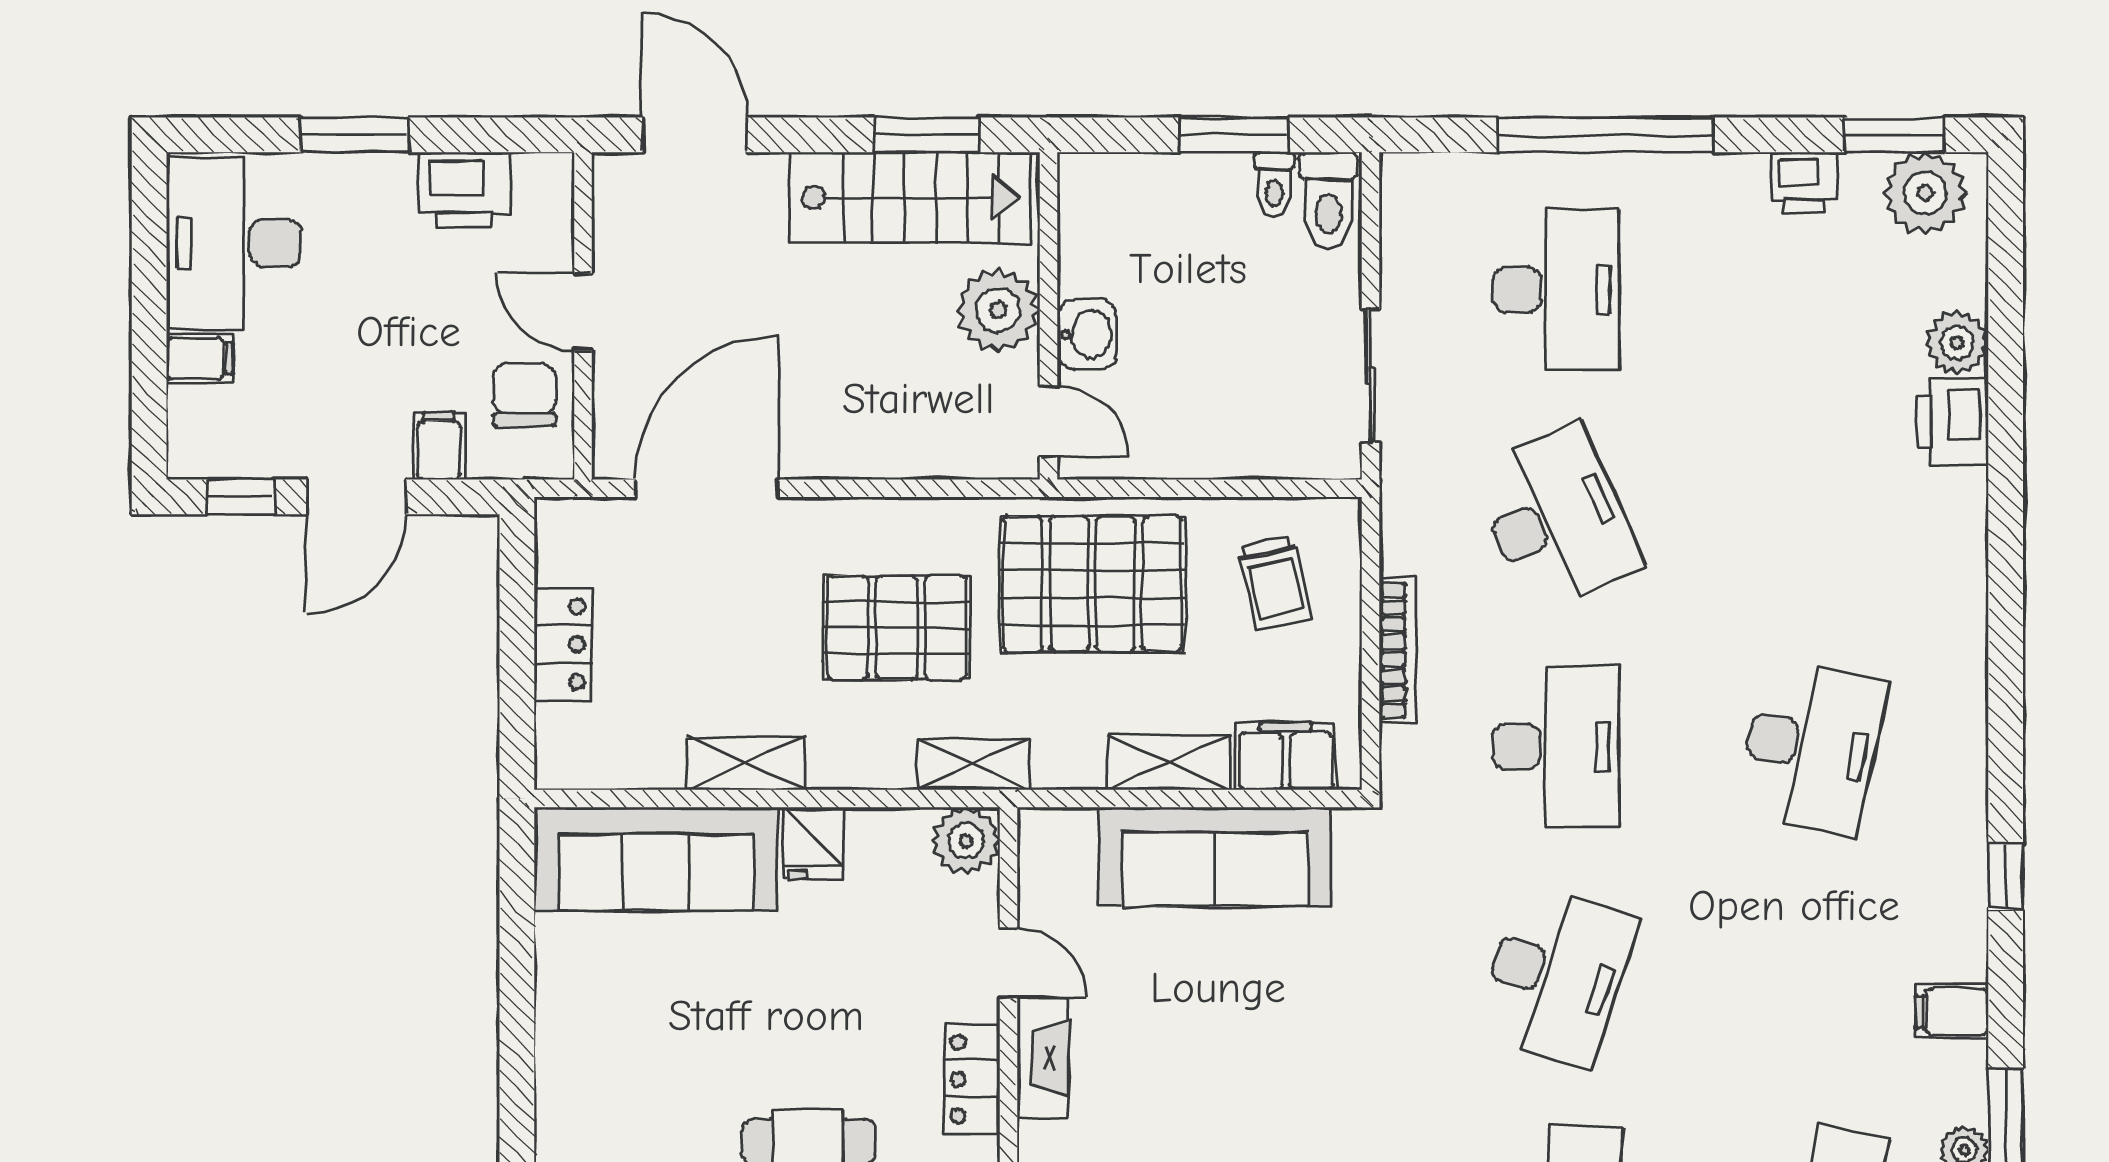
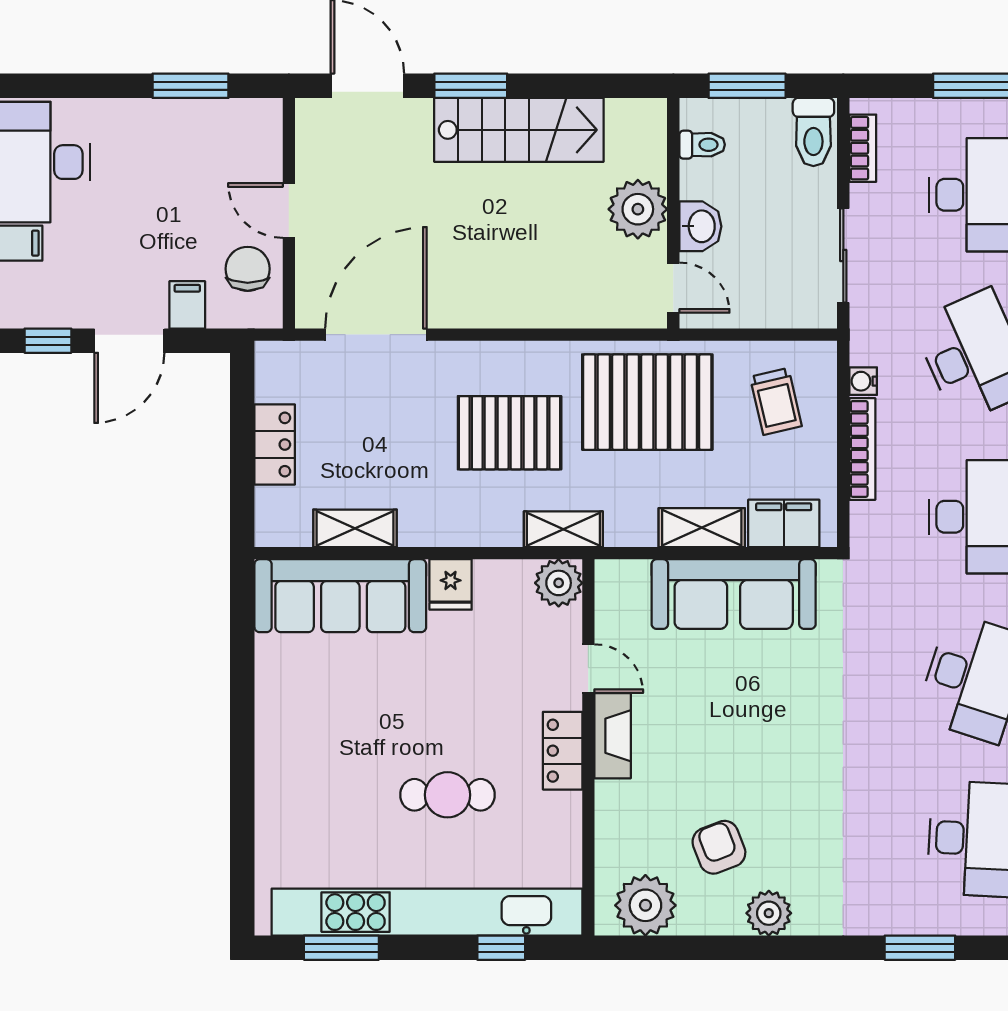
window: (354, 135) -> (190, 86), moved
window: (927, 135) -> (471, 86), moved
toilet: (1274, 184) -> (702, 145), moved, turned -90
printer: (464, 190) -> (205, 125), removed
bookcase: (1398, 223) -> (863, 148), added
plant: (998, 310) -> (638, 209), moved
wall: (1049, 316) -> (673, 213), moved
washbasin: (1087, 334) -> (700, 226), moved
door: (1049, 422) -> (673, 288), moved
water cooler: (1399, 554) -> (863, 381), added
shelving: (746, 763) -> (355, 528), moved

